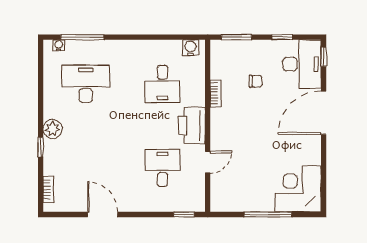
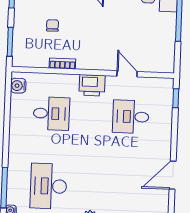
printer: (192, 126) -> (92, 85), width x0.73, depth x0.84

